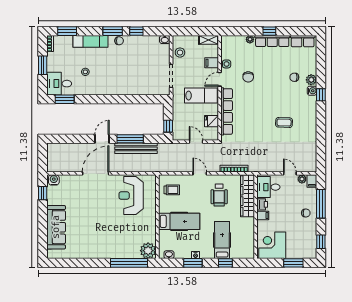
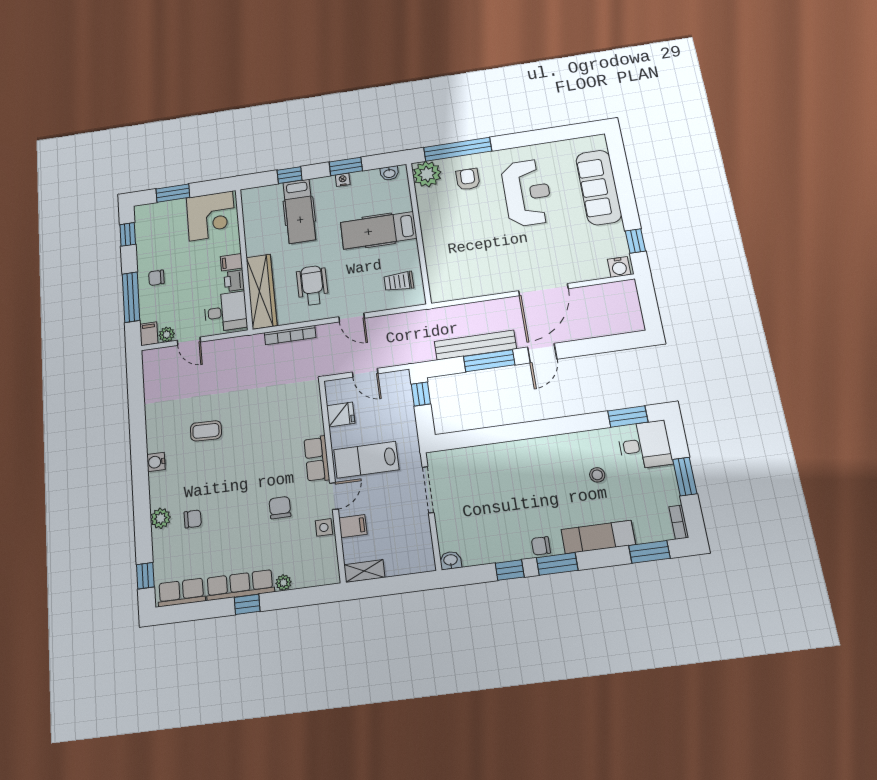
stool: (180, 53) -> (417, 538), removed
water cooler: (312, 91) -> (156, 462), moved
window: (321, 95) -> (145, 576), moved
row of seats: (227, 111) -> (317, 459), width x0.50
reception desk: (131, 196) -> (527, 193), moved
armchair: (126, 244) -> (468, 179), added

